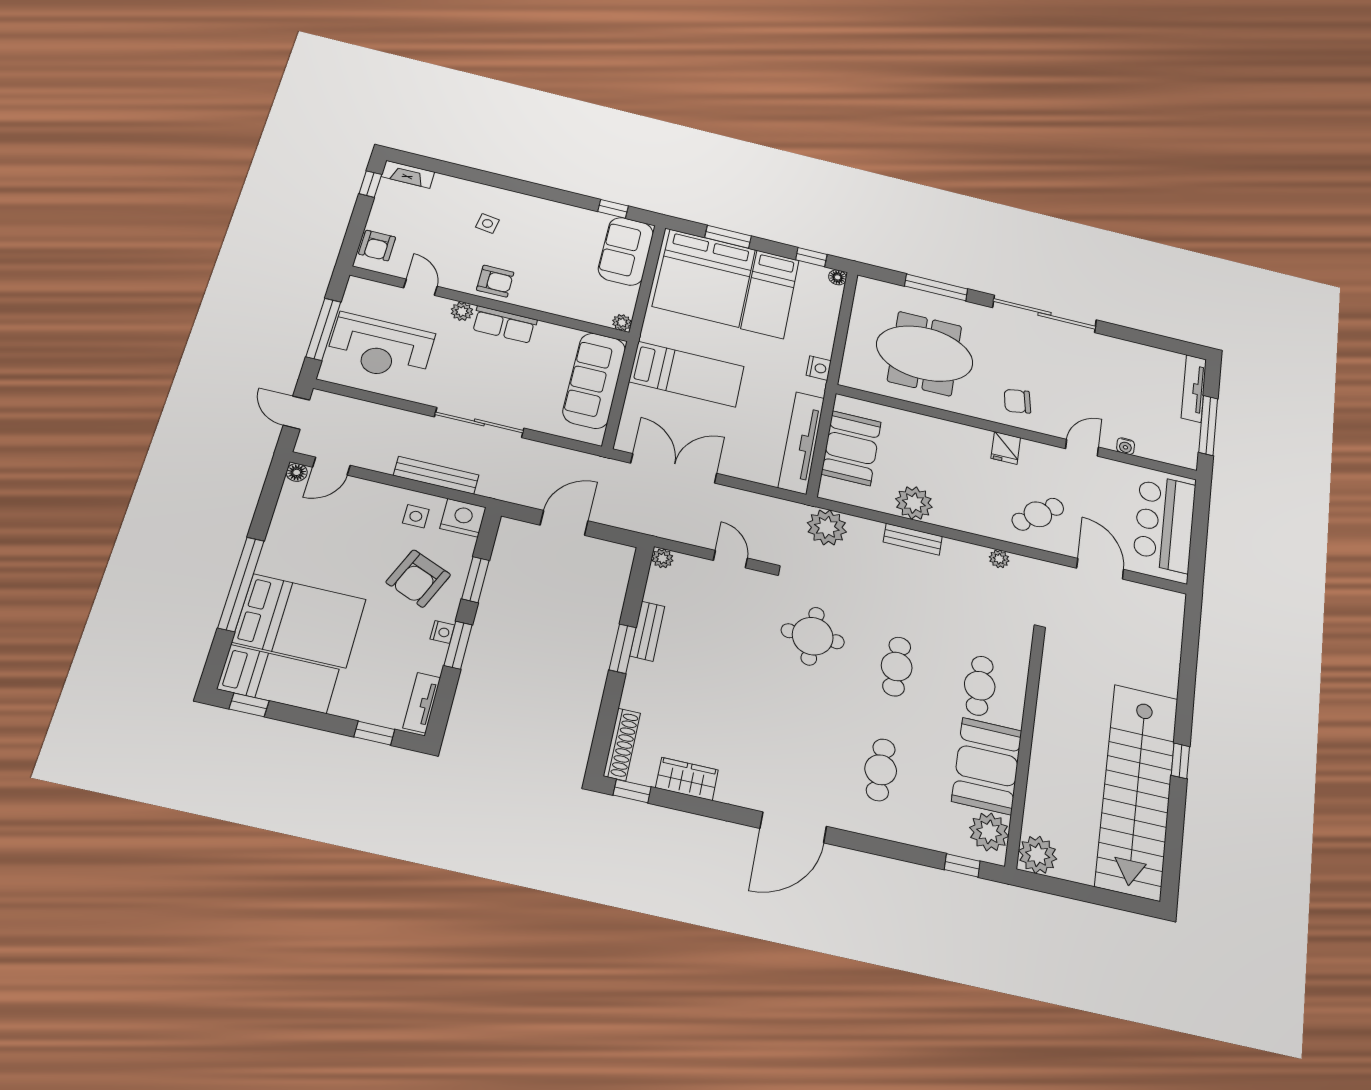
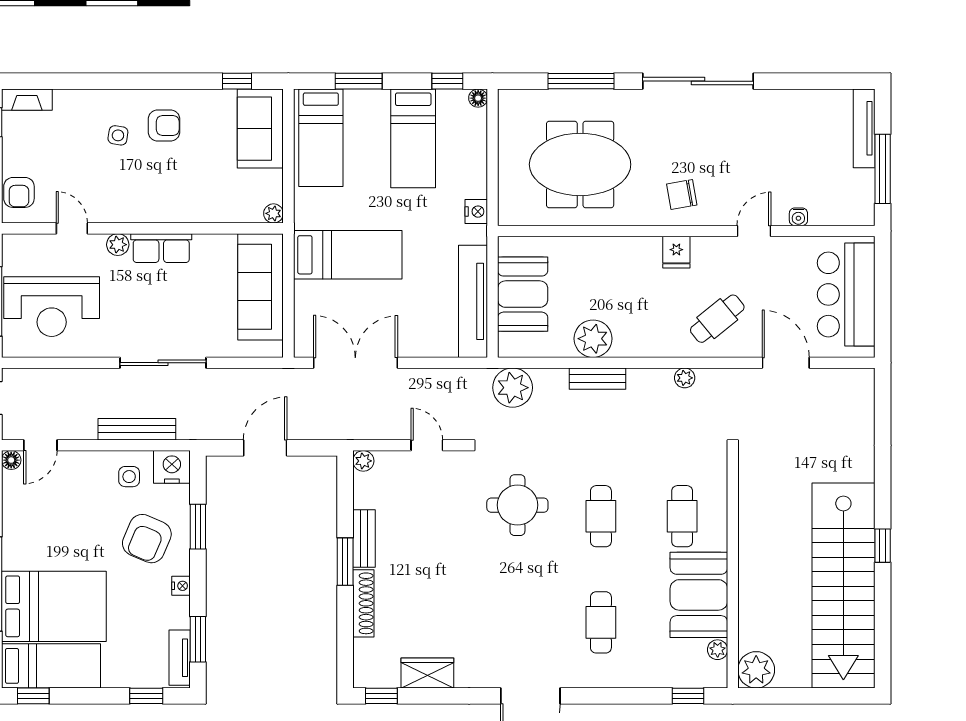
bed: (704, 278) -> (321, 138), width x0.49
armchair: (495, 281) -> (164, 125), moved
window: (458, 645) -> (198, 639), moved
shoe rack: (622, 744) -> (363, 603), moved
plant: (989, 832) -> (718, 650), width x0.53, depth x0.53

